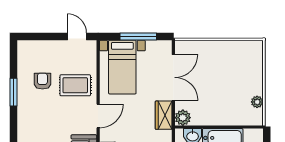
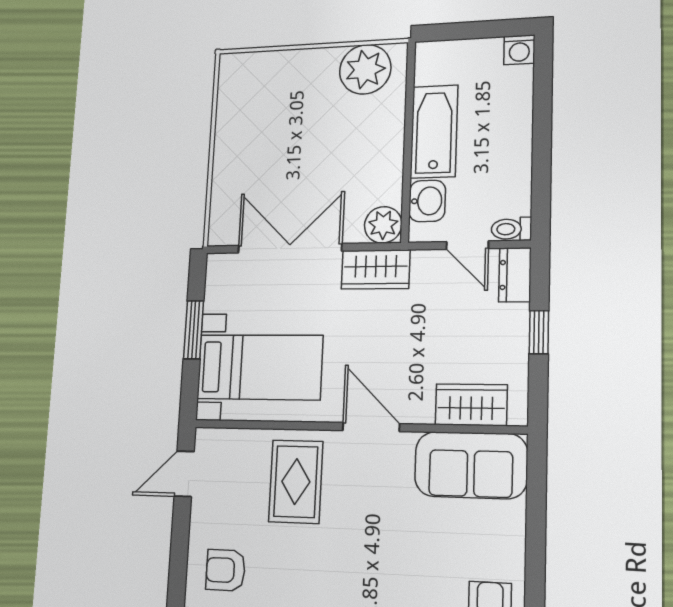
window: (138, 37) -> (194, 330), width x0.69
armchair: (42, 81) -> (226, 570), moved
plant: (257, 102) -> (365, 69), width x1.88, depth x1.88

